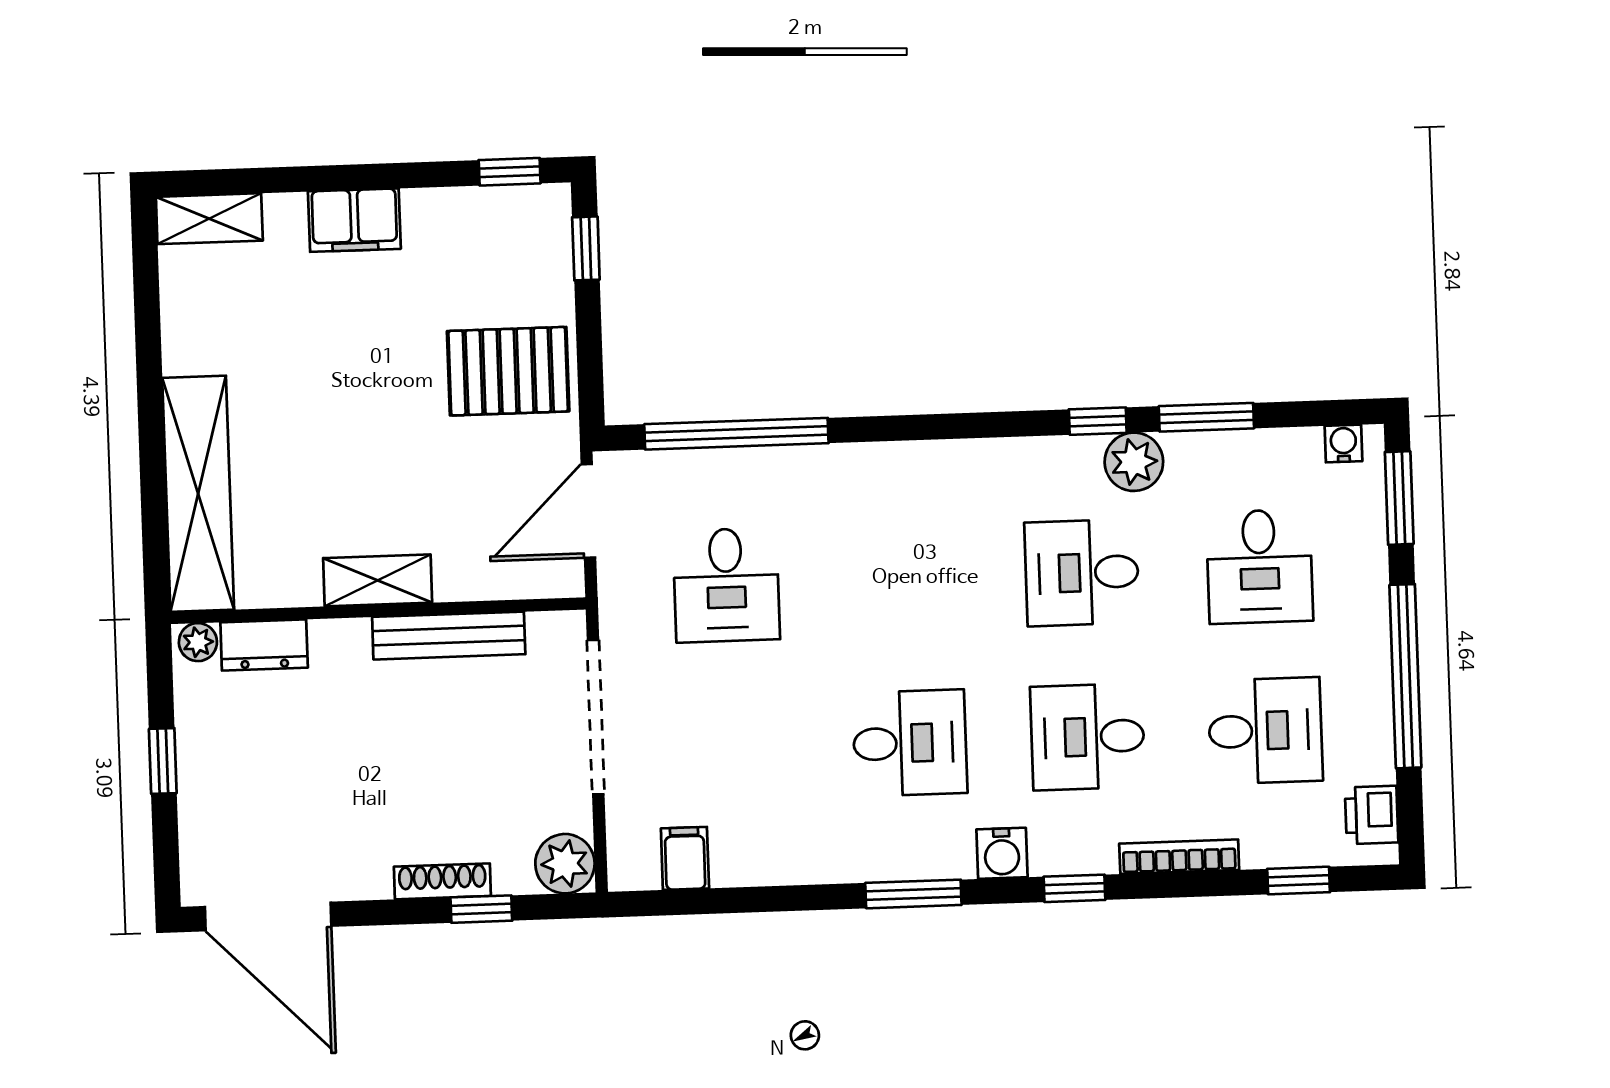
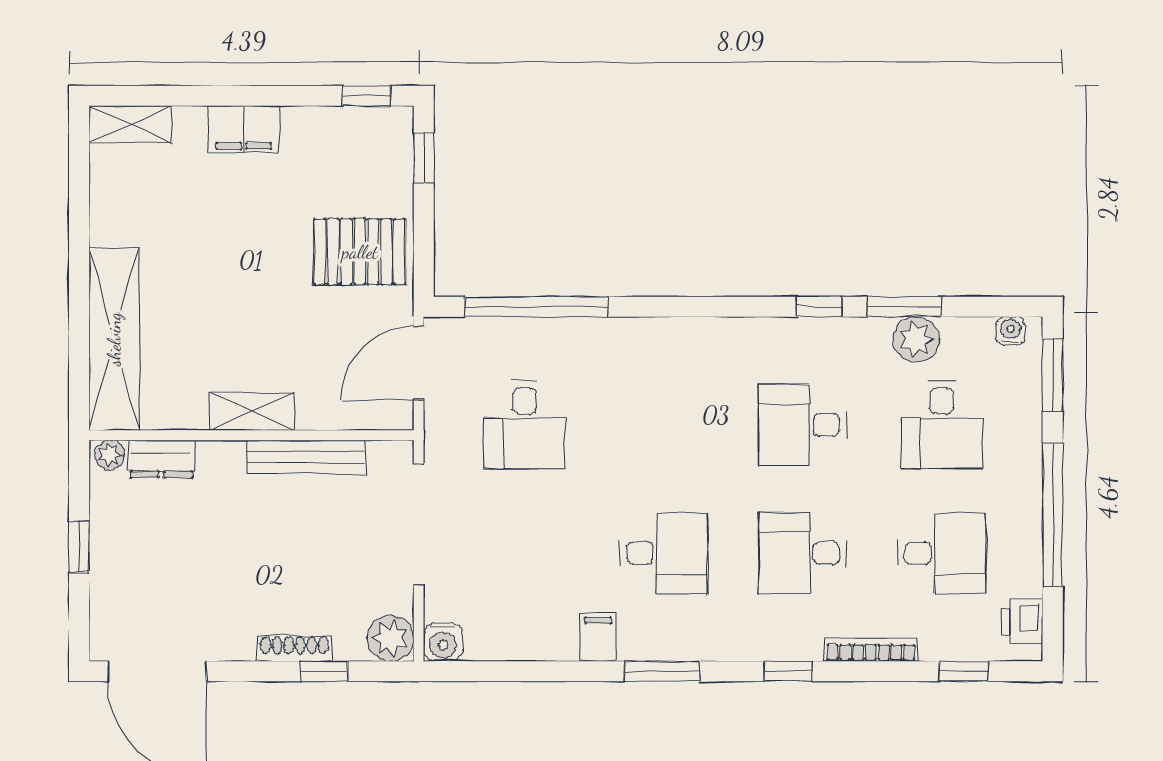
plant: (1134, 462) -> (916, 340), moved
water cooler: (1002, 853) -> (443, 642), moved
filing cabinet: (685, 858) -> (598, 637), moved

